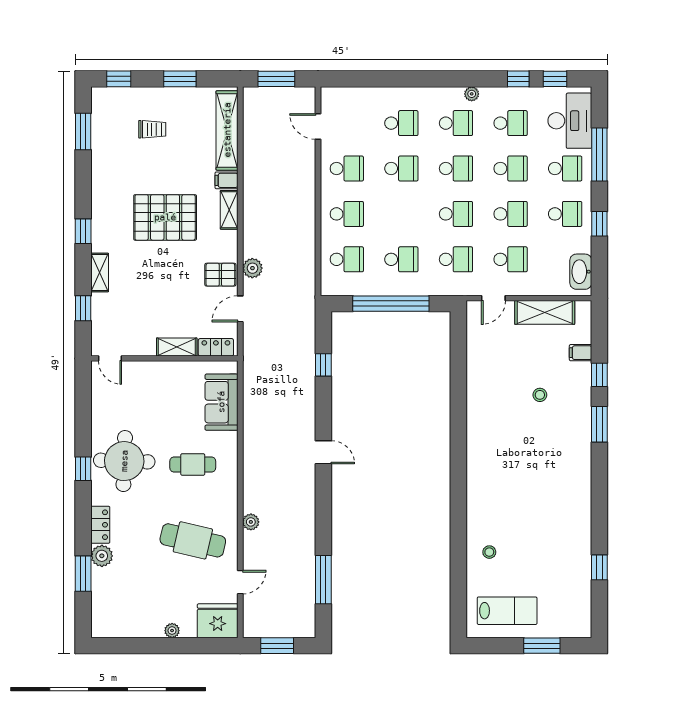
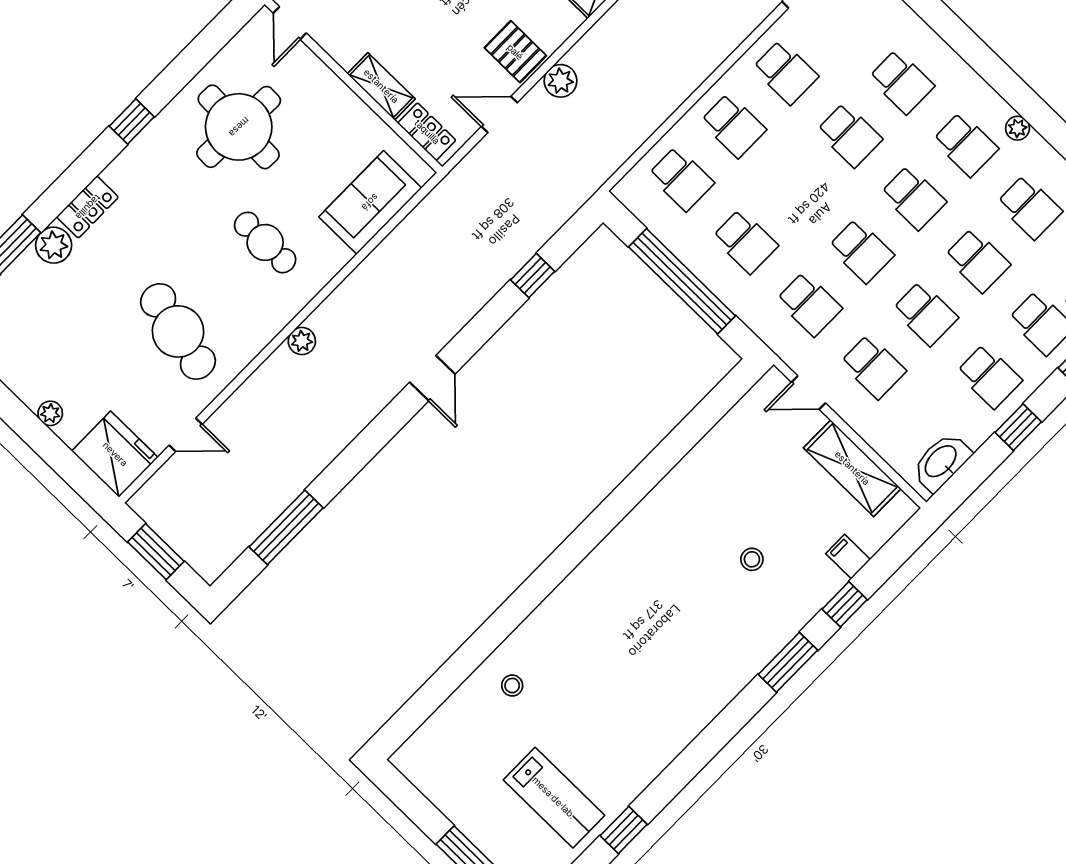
round table: (124, 461) -> (239, 127), moved
plant: (251, 522) -> (302, 341), moved
lab bench: (507, 611) -> (554, 798), moved

